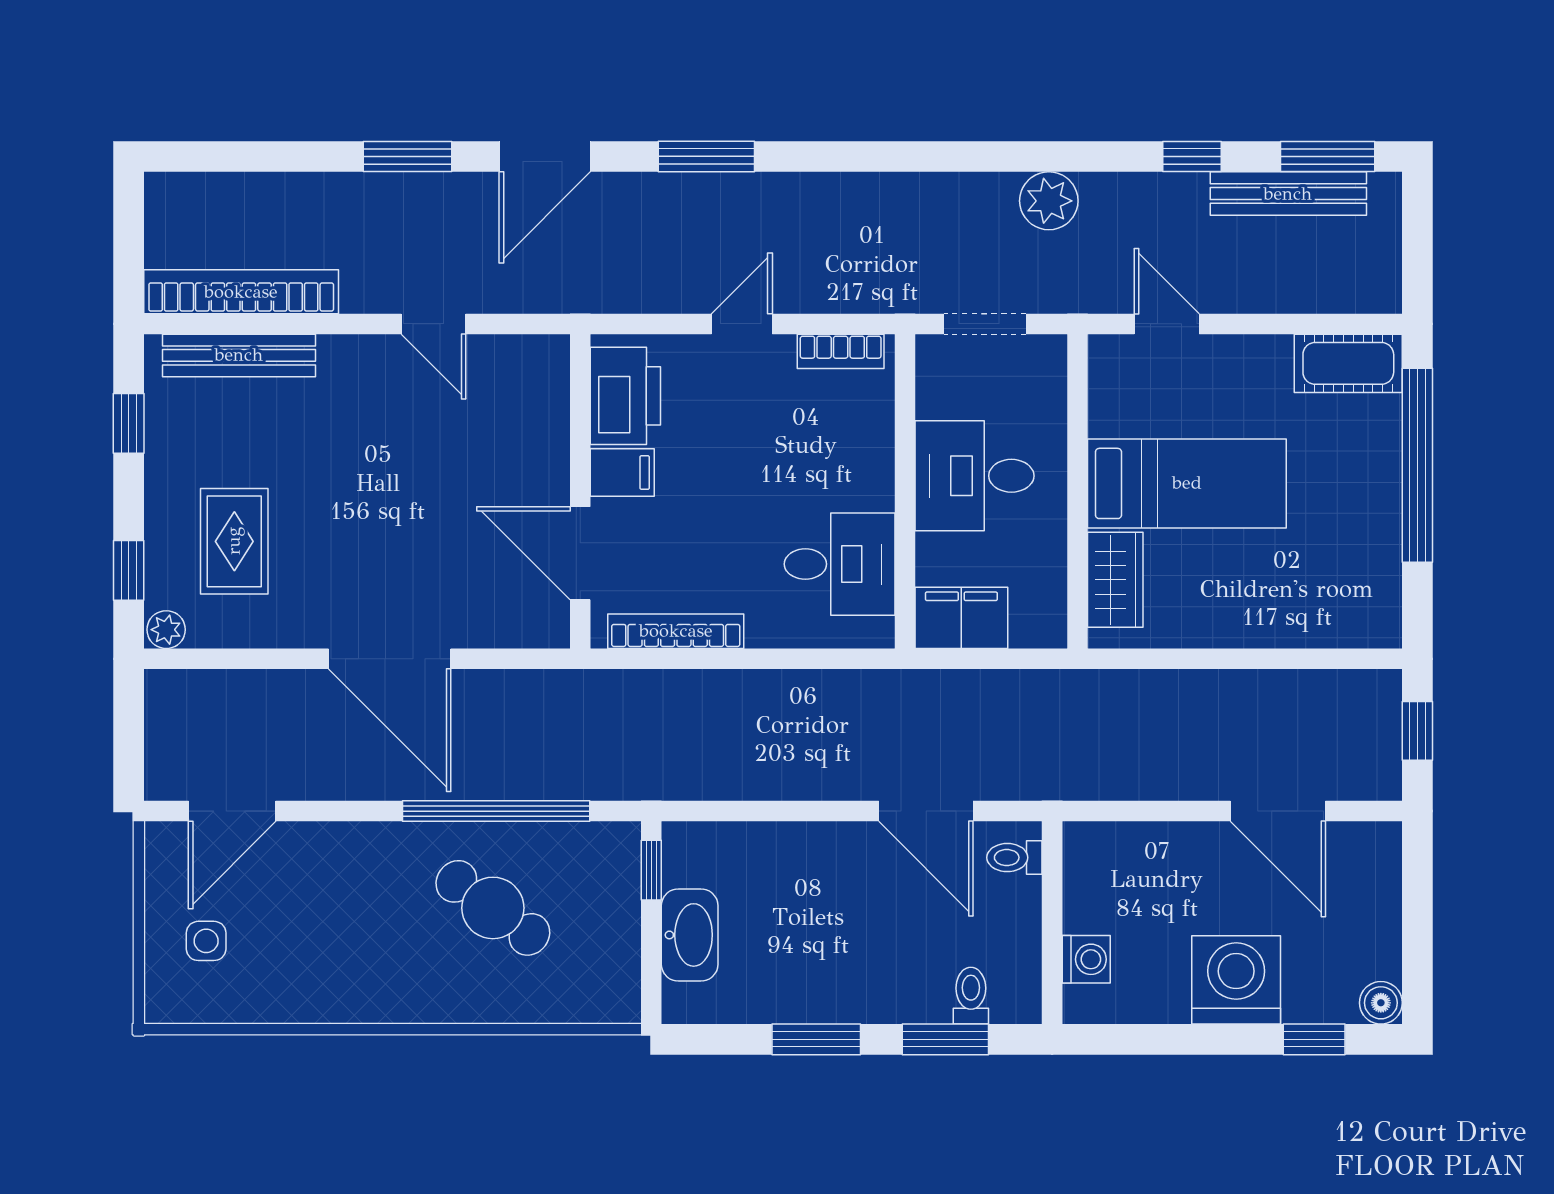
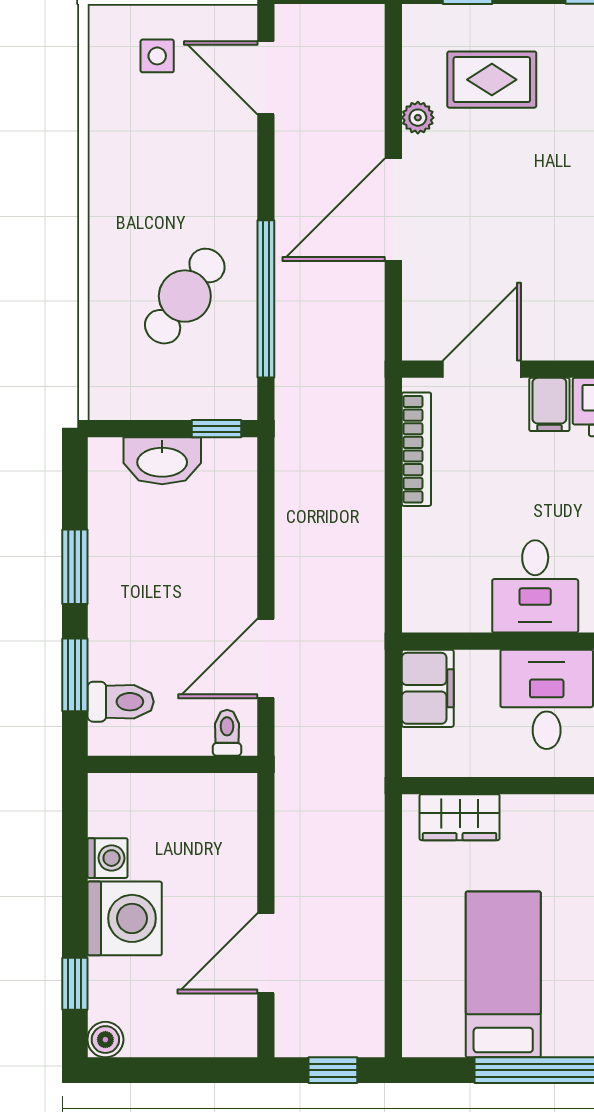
bed: (1187, 483) -> (503, 974), moved, turned 180
desk: (840, 564) -> (535, 586), moved
plant: (166, 630) -> (418, 118), moved
washing machine: (1086, 959) -> (108, 858), moved, turned -90
toilet: (971, 996) -> (121, 702), width x1.37, depth x1.39

